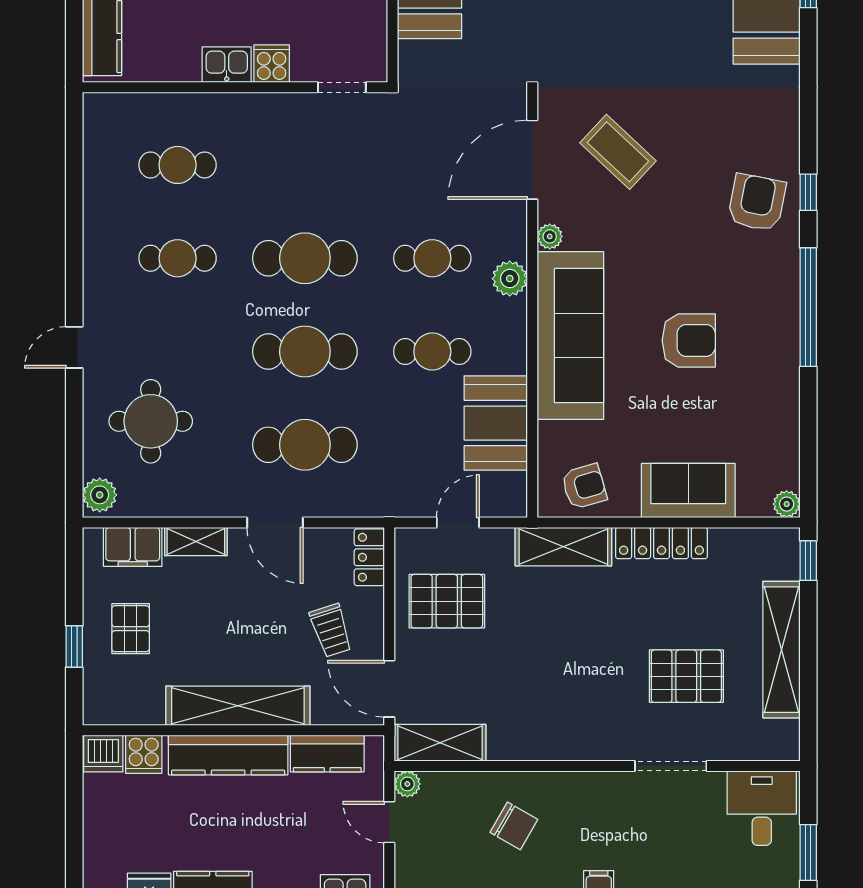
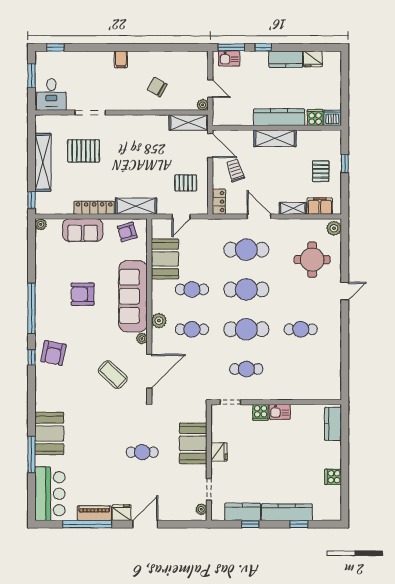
cafe table: (178, 165) -> (246, 369), moved
pallet: (447, 601) -> (186, 183), width x0.67, depth x0.71
shelving: (238, 706) -> (275, 138), width x0.68
kitchen counter: (327, 754) -> (237, 118), removed

